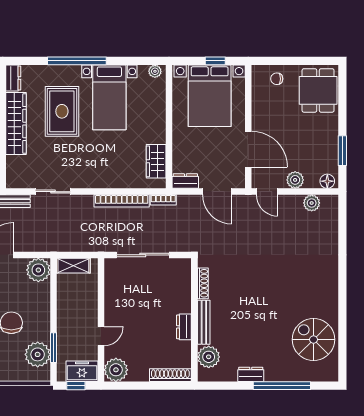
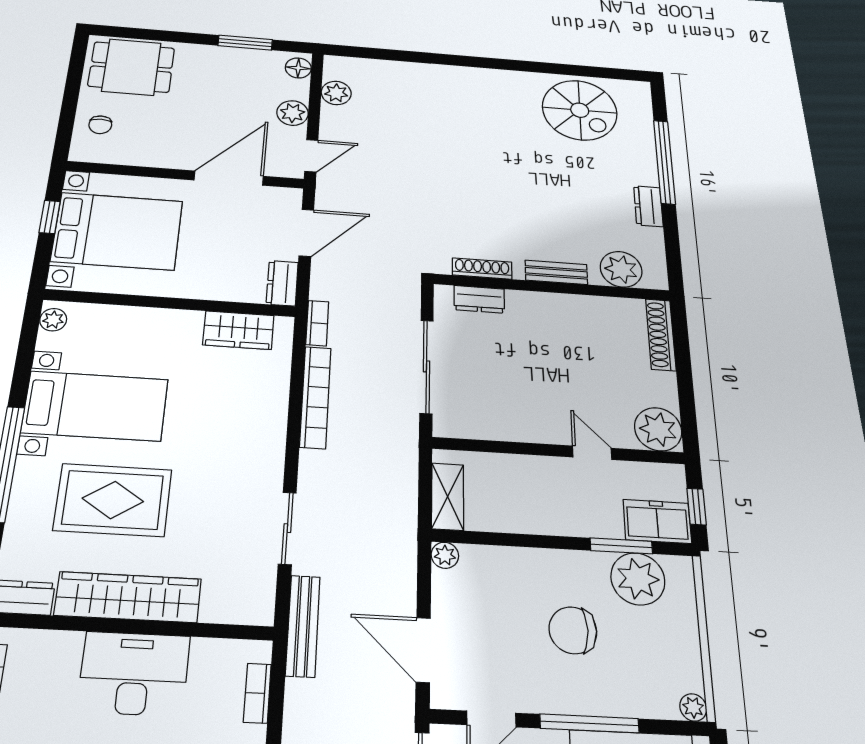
plant: (38, 270) -> (445, 555), width x0.53, depth x0.53
bench: (204, 322) -> (556, 272), width x0.73
dresser: (184, 327) -> (479, 299), moved
spiral stairs: (314, 340) -> (580, 110), turned -90
freezer: (82, 371) -> (657, 521), moved, turned 90

